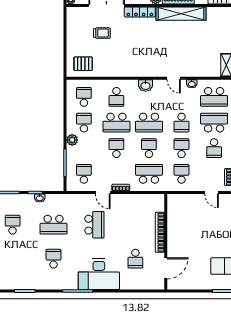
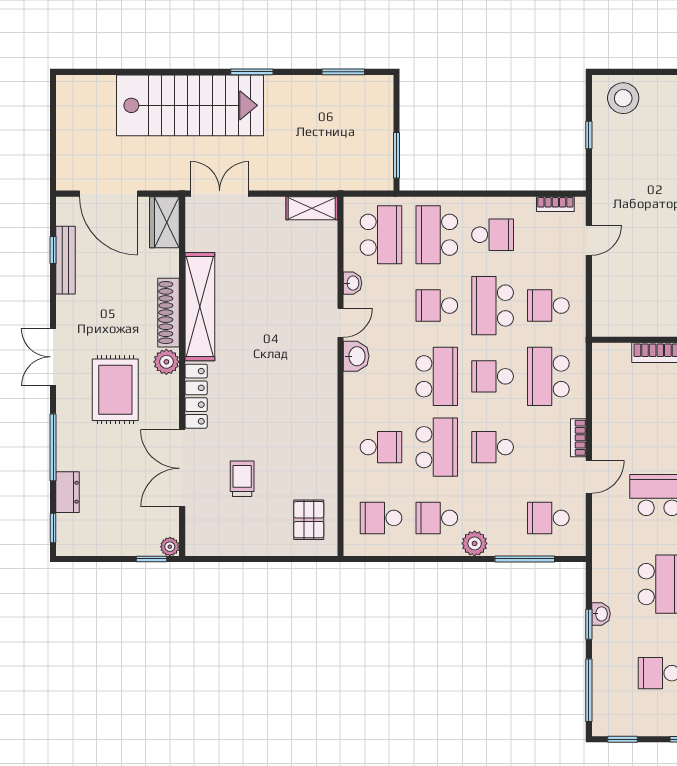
washbasin: (145, 86) -> (356, 356), moved
school desk: (182, 123) -> (437, 306), turned 180
school desk: (182, 148) -> (493, 306), width x1.85

